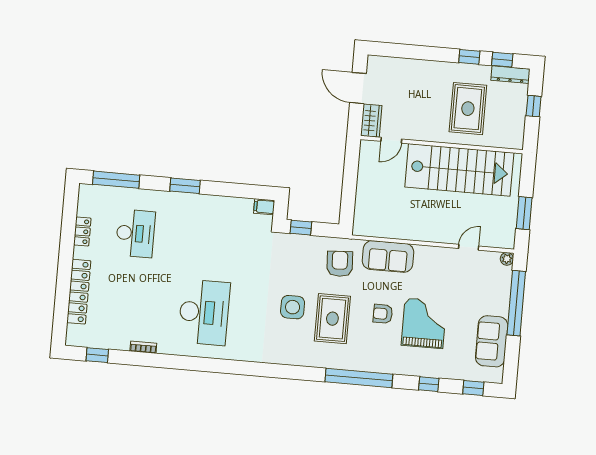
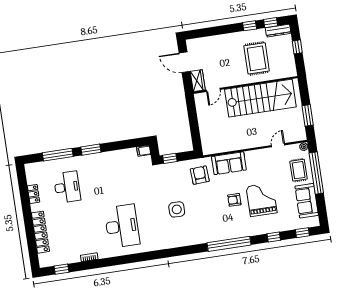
window: (116, 180) -> (58, 155), moved
rug: (332, 319) -> (299, 170), moved, width x0.73, depth x0.70

